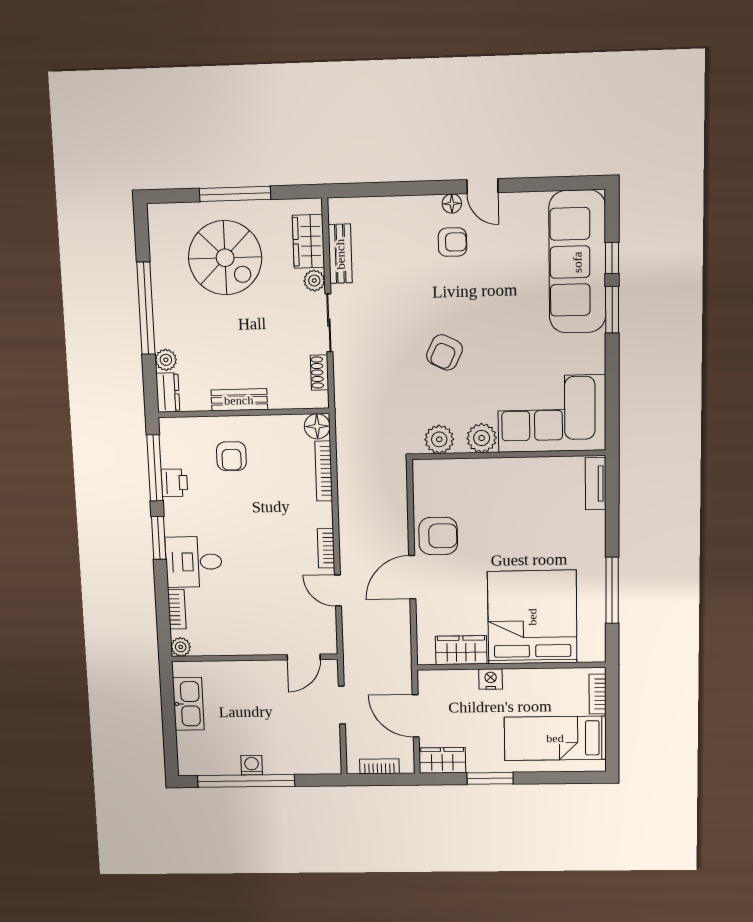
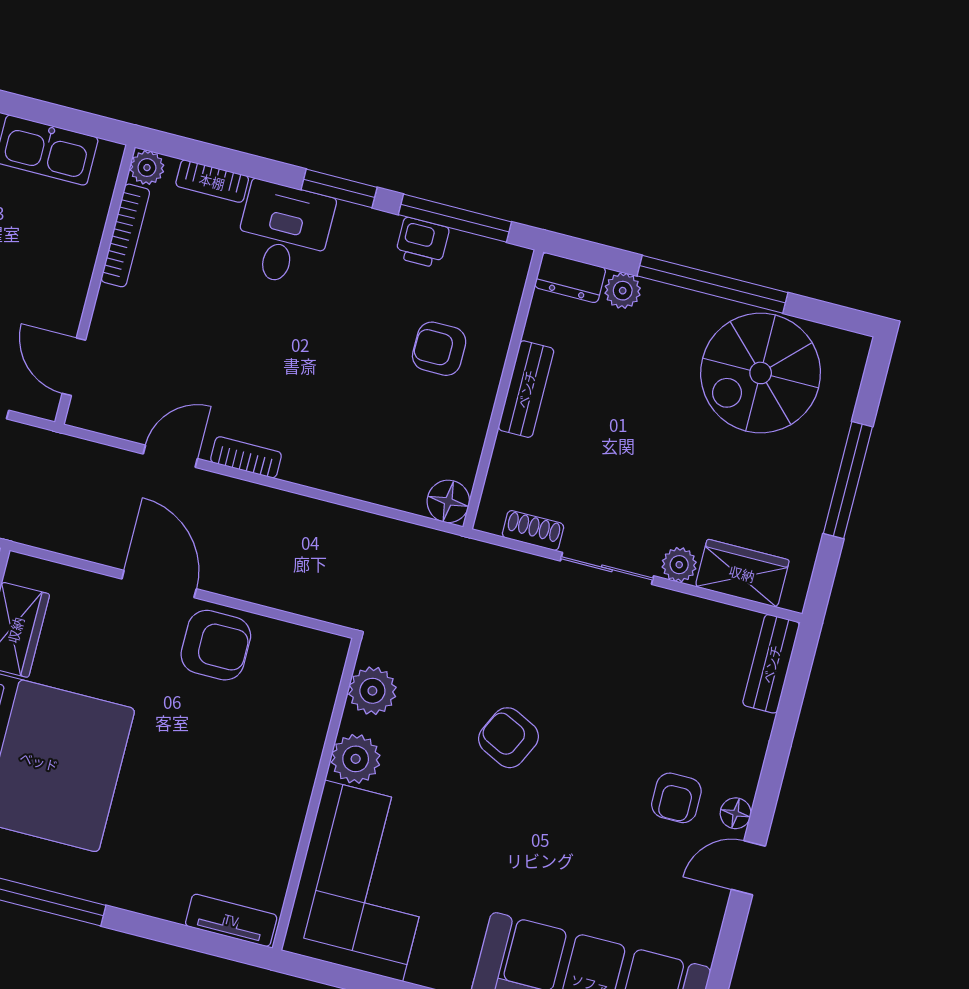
bench: (340, 254) -> (771, 664), moved, turned 90
spiral stairs: (225, 258) -> (761, 373), moved
bookcase: (324, 471) -> (125, 235), moved, turned 90
armchair: (438, 536) -> (216, 645), turned -90

